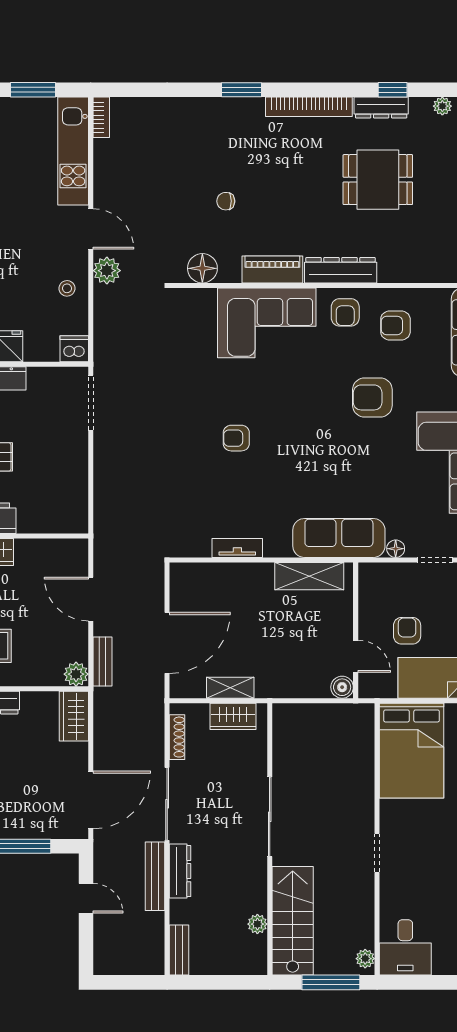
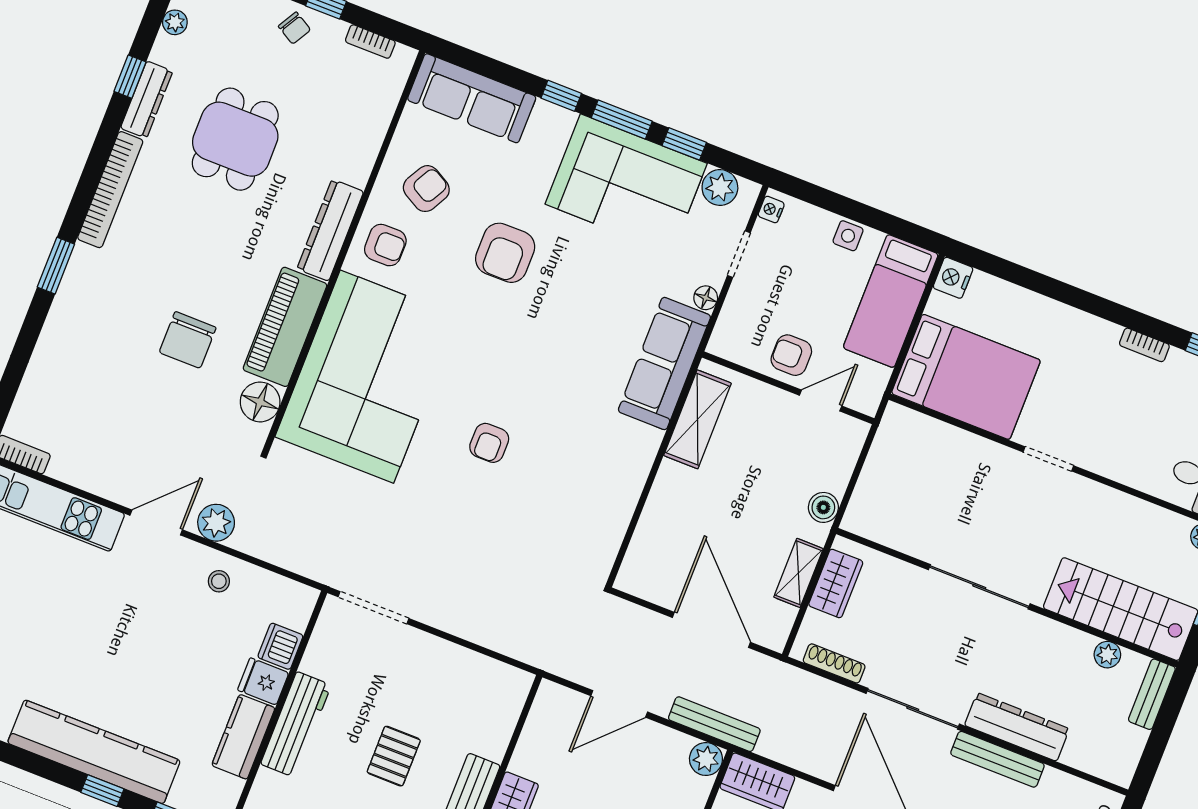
chair: (226, 201) -> (188, 340), width x1.87, depth x1.87
piano: (272, 270) -> (285, 327), width x1.37, depth x1.33
corner sofa: (267, 323) -> (367, 377), width x1.36, depth x1.36
armchair: (395, 325) -> (426, 189), turned -151
dishwasher: (74, 349) -> (280, 646), moved
tv unit: (237, 548) -> (627, 495), removed
armchair: (407, 631) -> (791, 355), moved
bench: (103, 662) -> (714, 724), width x1.36
boiler: (342, 687) -> (823, 507), moved
doorway: (377, 853) -> (1048, 459), moved
dresser: (180, 871) -> (1017, 727), width x1.37, depth x1.24
bench: (179, 950) -> (1152, 694), moved, turned 90

